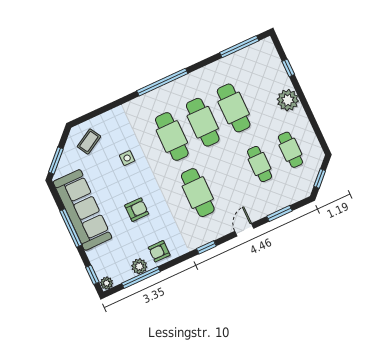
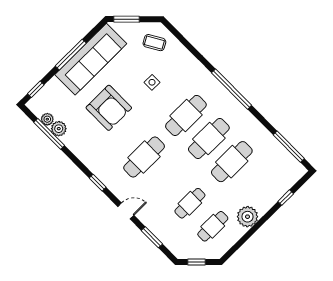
plant: (288, 100) -> (248, 217), moved
armchair: (137, 210) -> (109, 108), width x1.88, depth x1.88
armchair: (159, 251) -> (79, 142), removed
plant: (107, 283) -> (47, 119), moved

